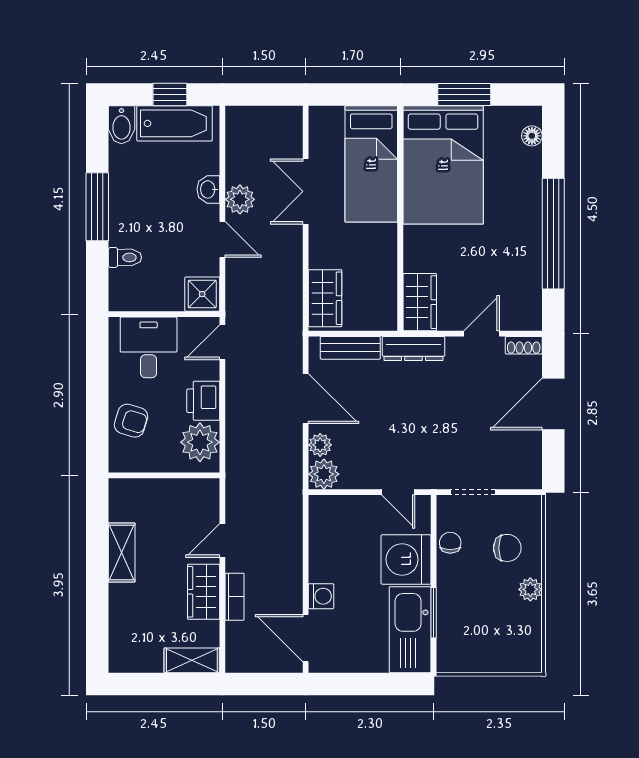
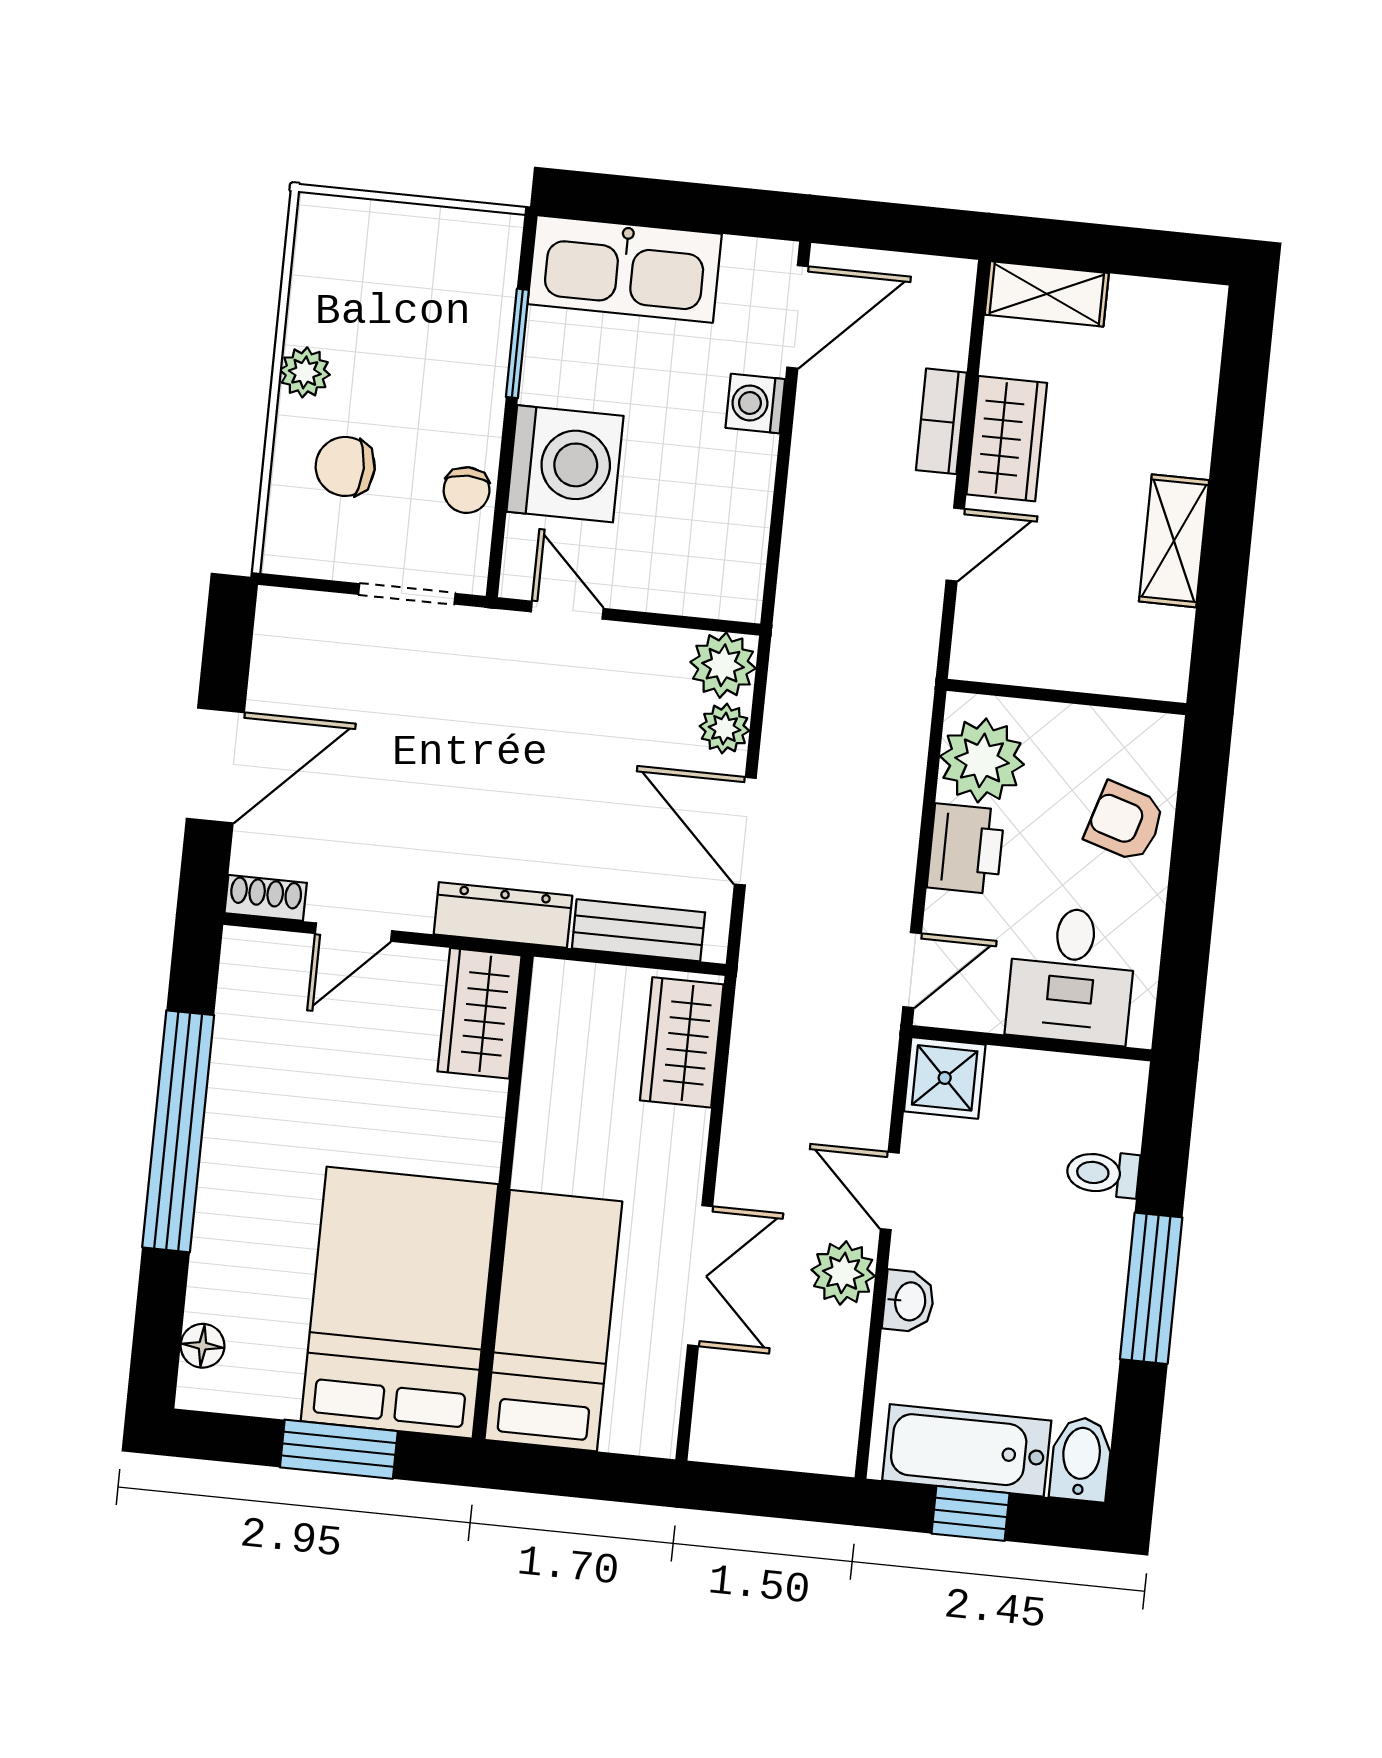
kitchen sink: (410, 630) -> (625, 269), moved, turned 90
door: (306, 638) -> (798, 317), hinge flipped

